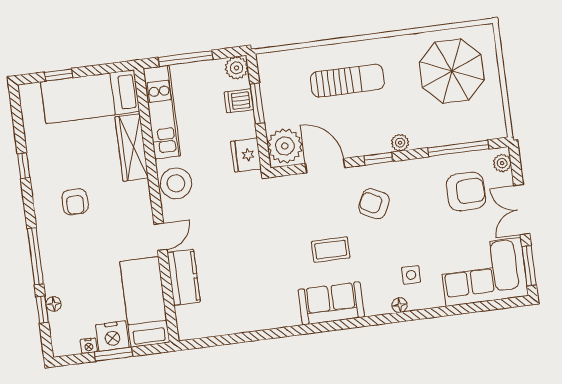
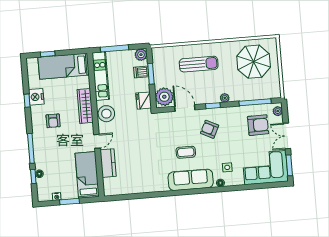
wardrobe: (132, 147) -> (85, 106), moved
sofa: (331, 303) -> (191, 180), width x1.36
nightstand: (112, 336) -> (36, 97), moved, turned 90

